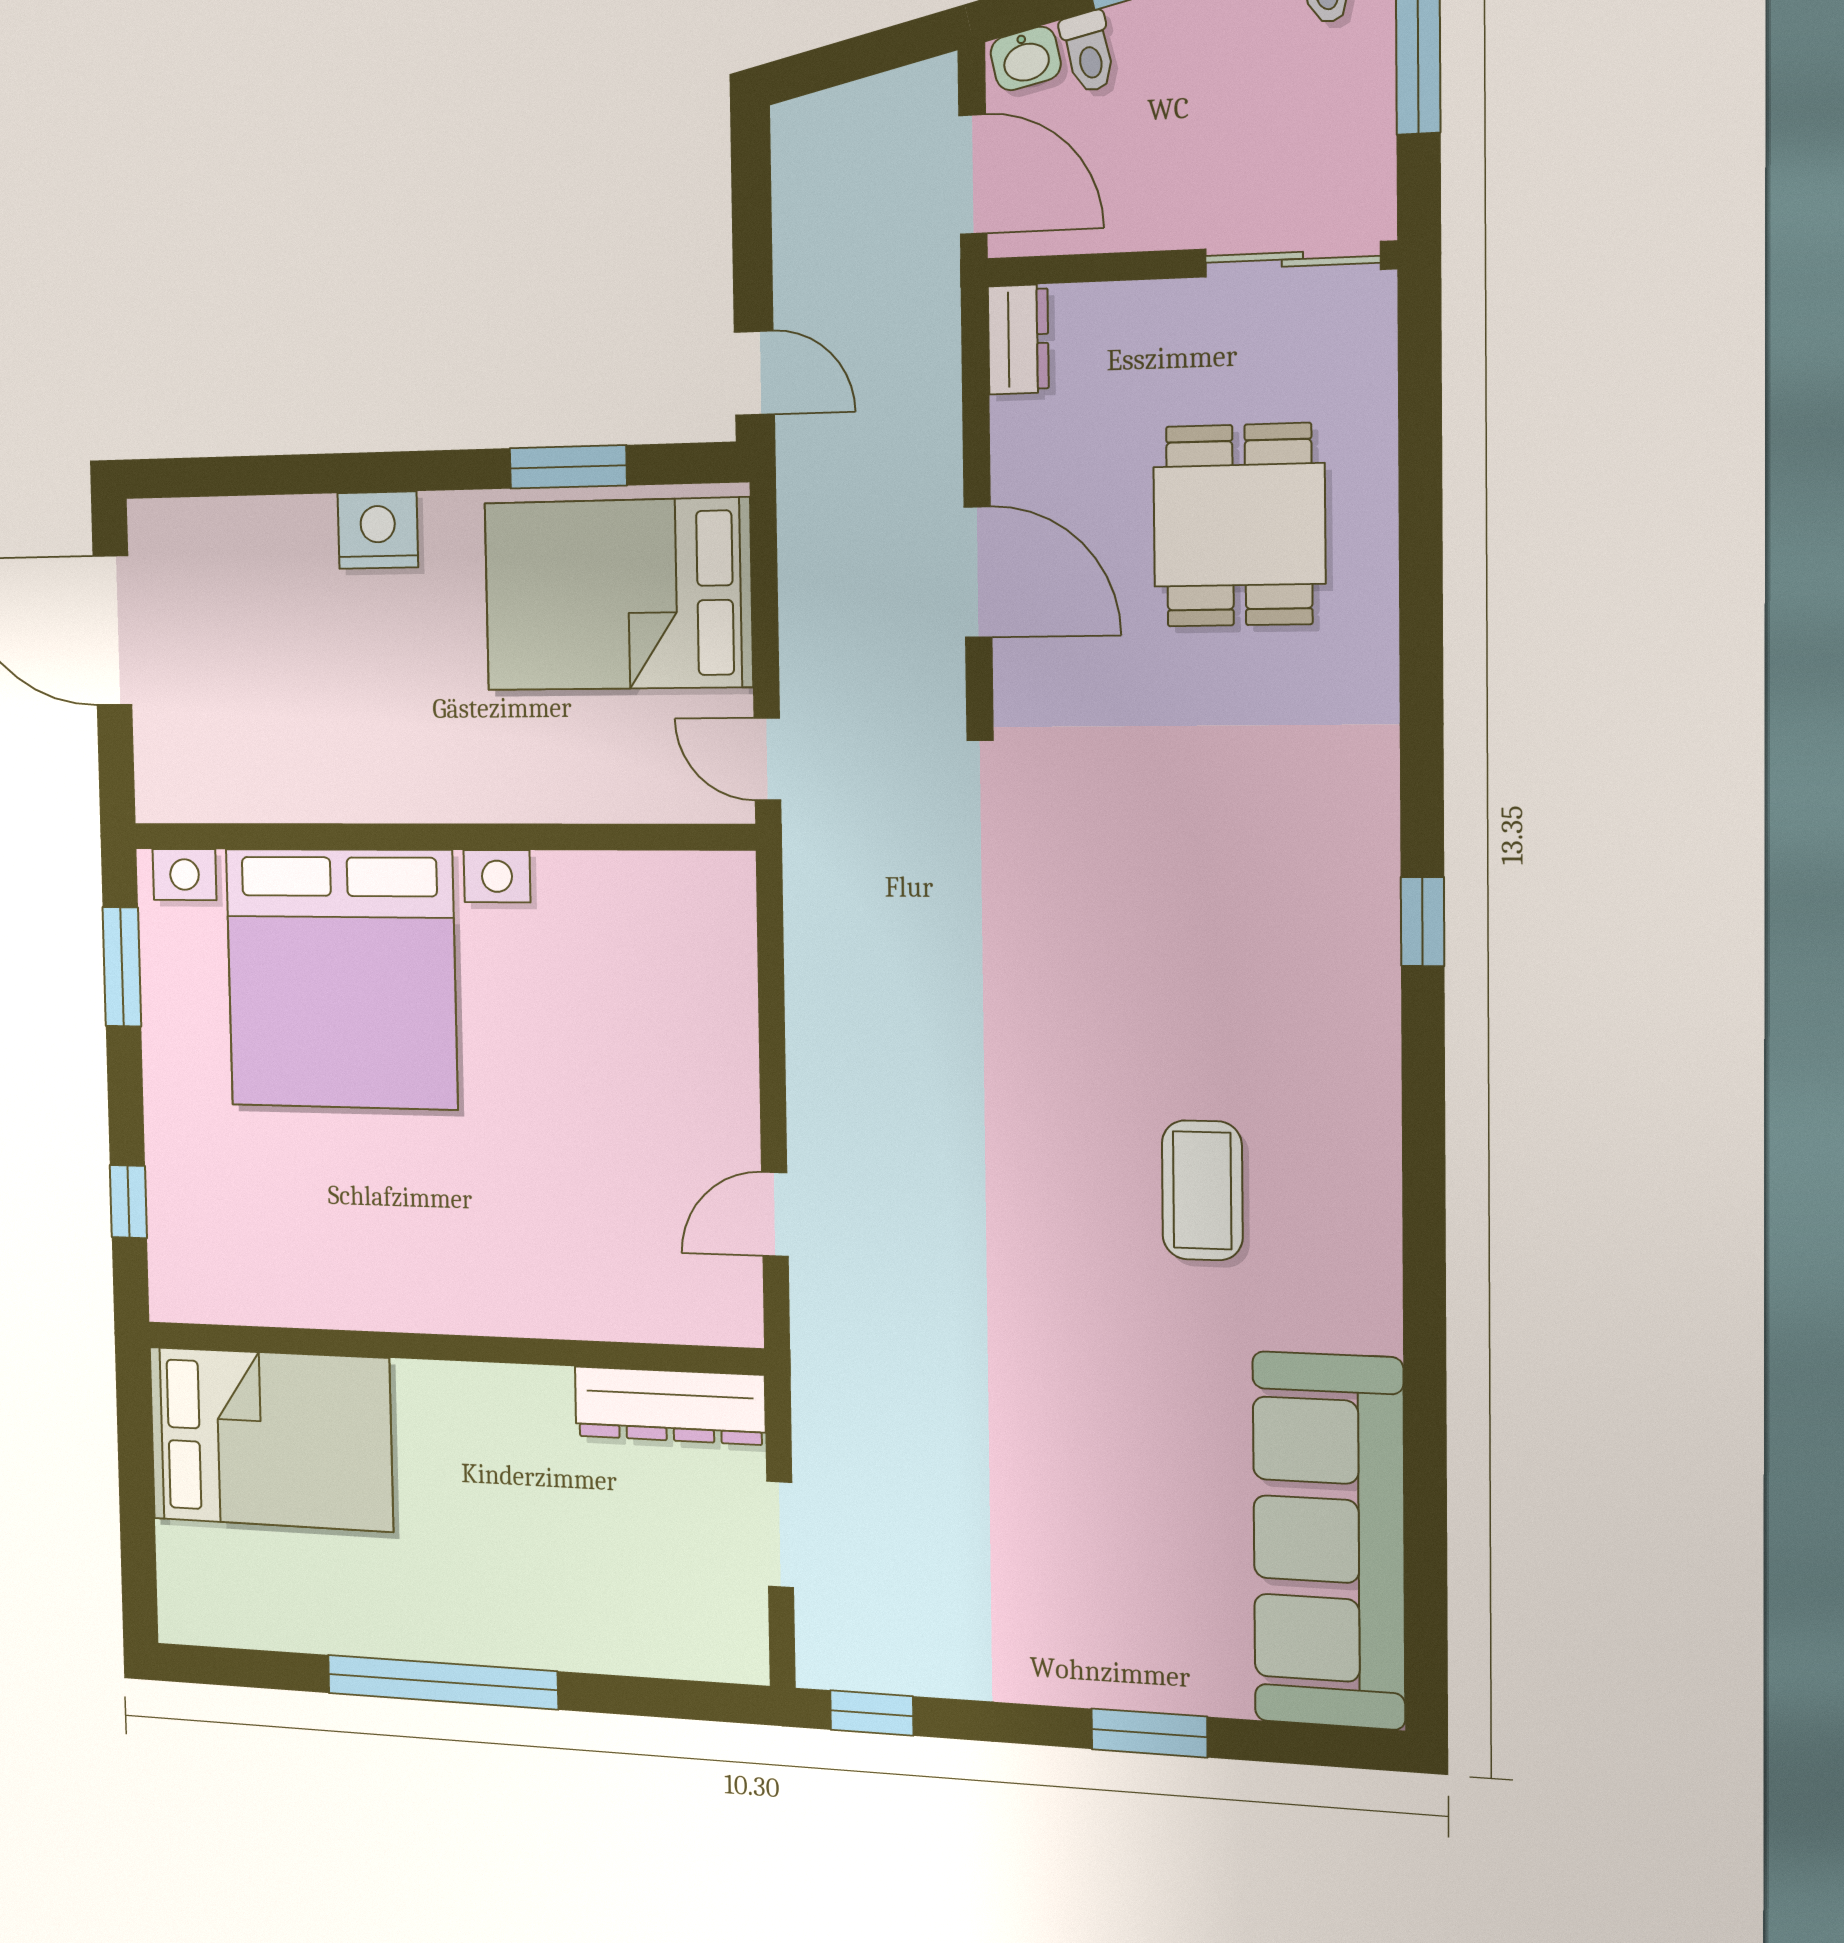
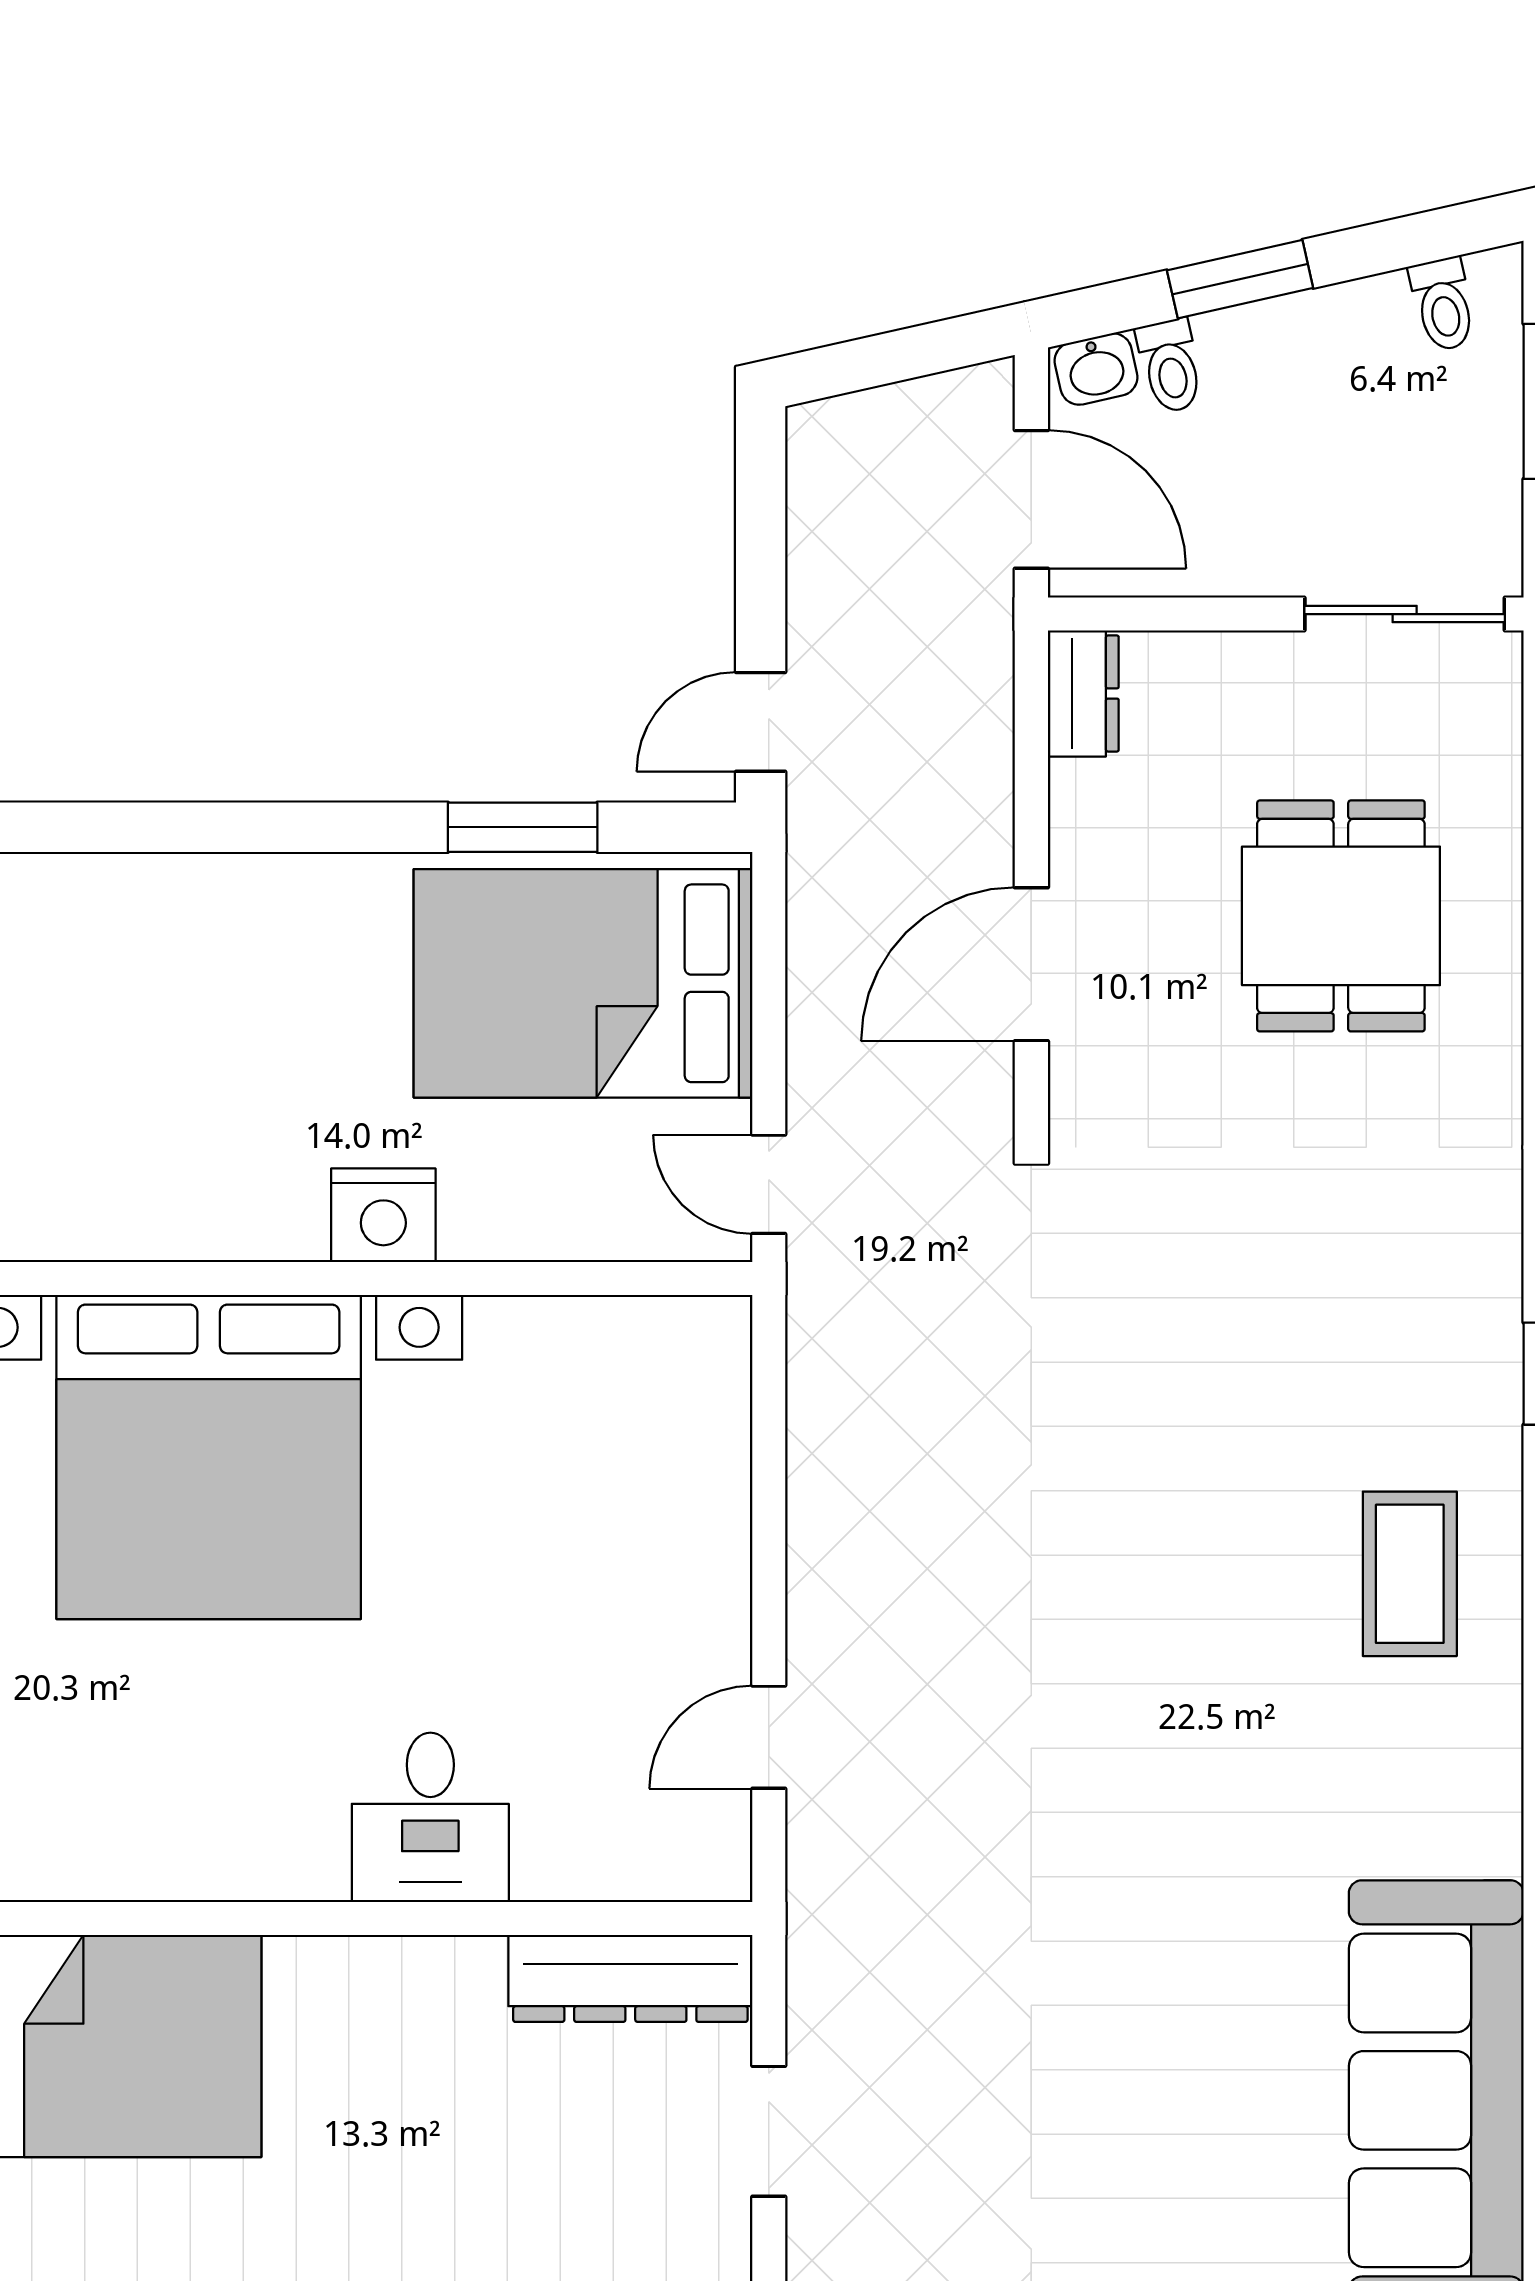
door: (754, 373) -> (761, 722), swing flipped
nightstand: (378, 530) -> (383, 1215), moved, turned 180
door: (978, 572) -> (1031, 964), swing flipped
coffee table: (1202, 1190) -> (1410, 1574), moved
desk: (514, 1270) -> (430, 1817), added

